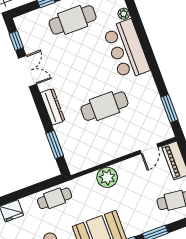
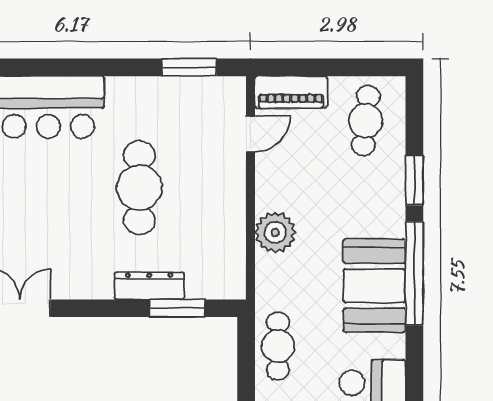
dresser: (53, 107) -> (149, 286), moved
door: (149, 149) -> (250, 134), hinge flipped

